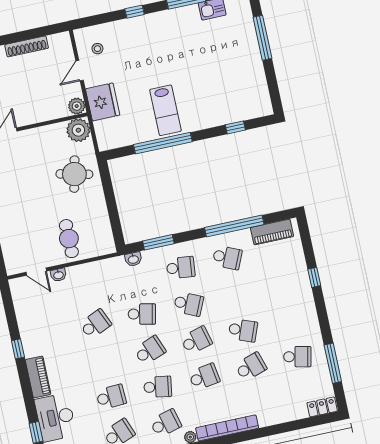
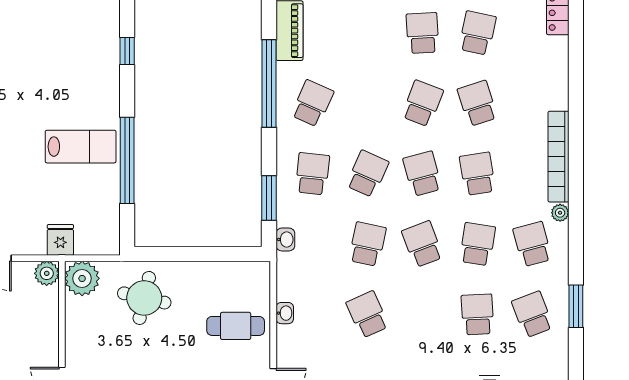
fridge: (103, 102) -> (60, 240), width x0.53, depth x0.75
washbasin: (58, 275) -> (285, 313), moved
school desk: (289, 320) -> (422, 33), added

